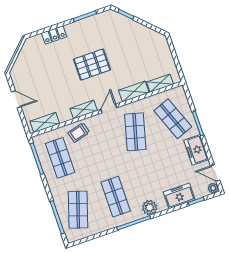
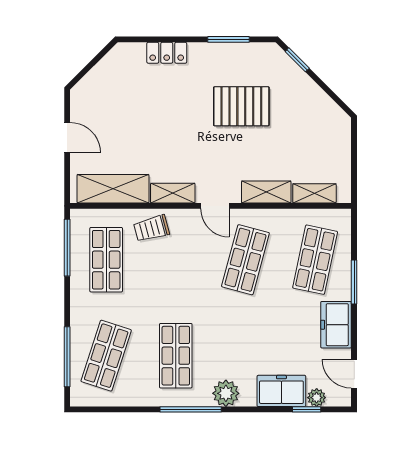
pallet: (92, 64) -> (241, 106), moved
door: (109, 109) -> (215, 206), swing flipped
shop shelf: (173, 119) -> (315, 260), turned 33
shelving: (45, 122) -> (113, 189), width x1.50, depth x1.33
plant: (213, 188) -> (317, 398), moved

